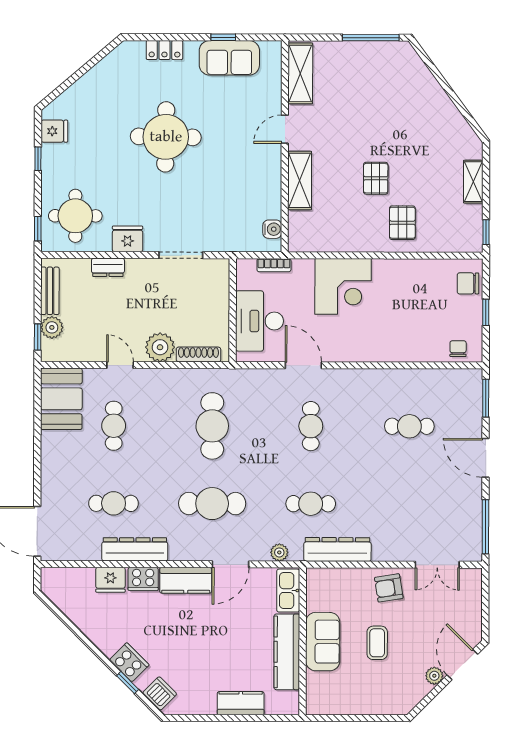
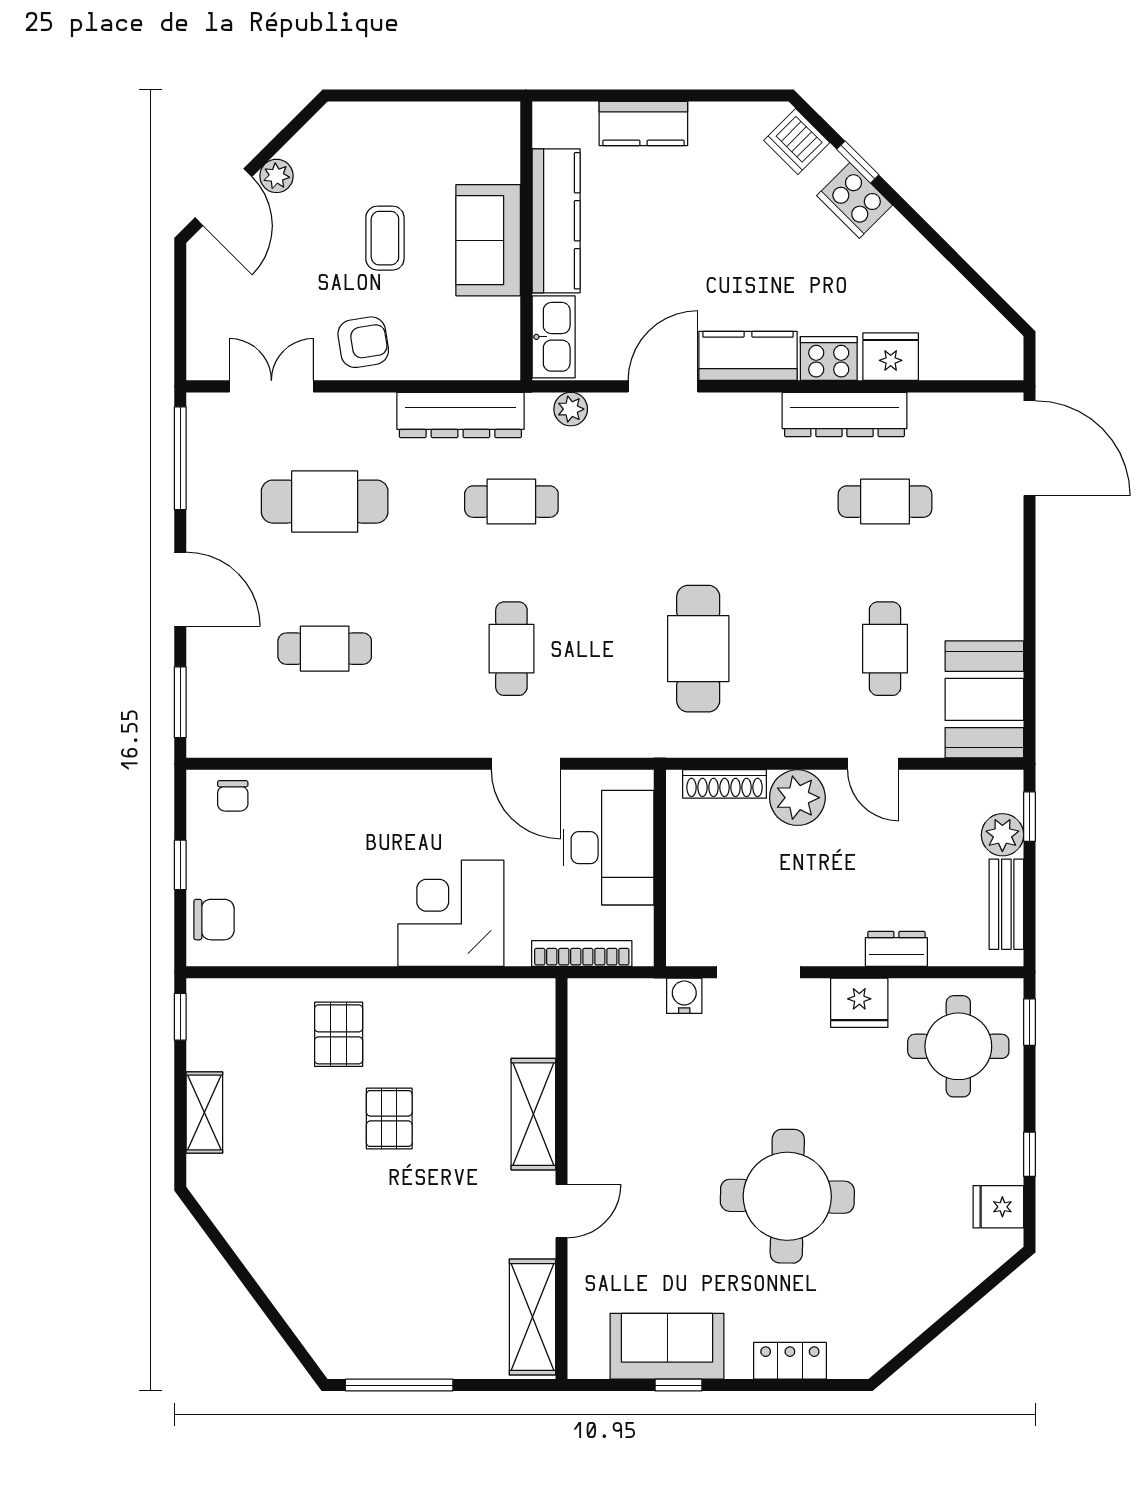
water cooler: (272, 229) -> (684, 996), moved, turned 90
bookcase: (274, 265) -> (582, 954), width x1.56
cafe table: (212, 504) -> (325, 502), moved

